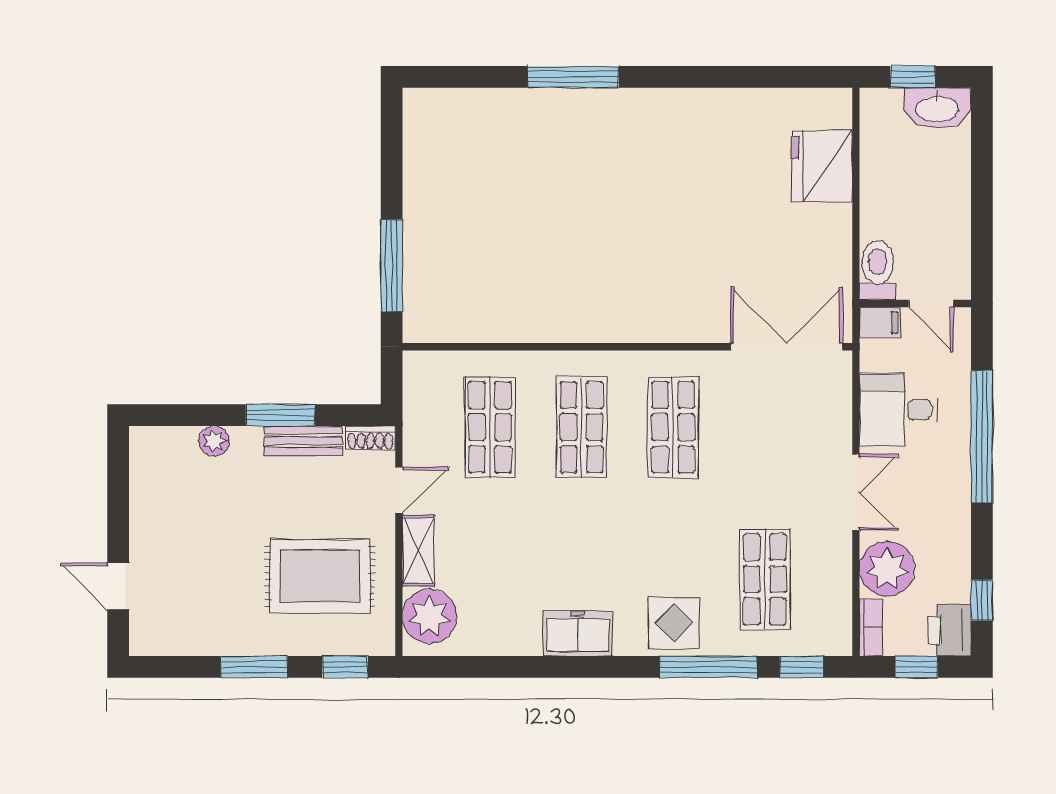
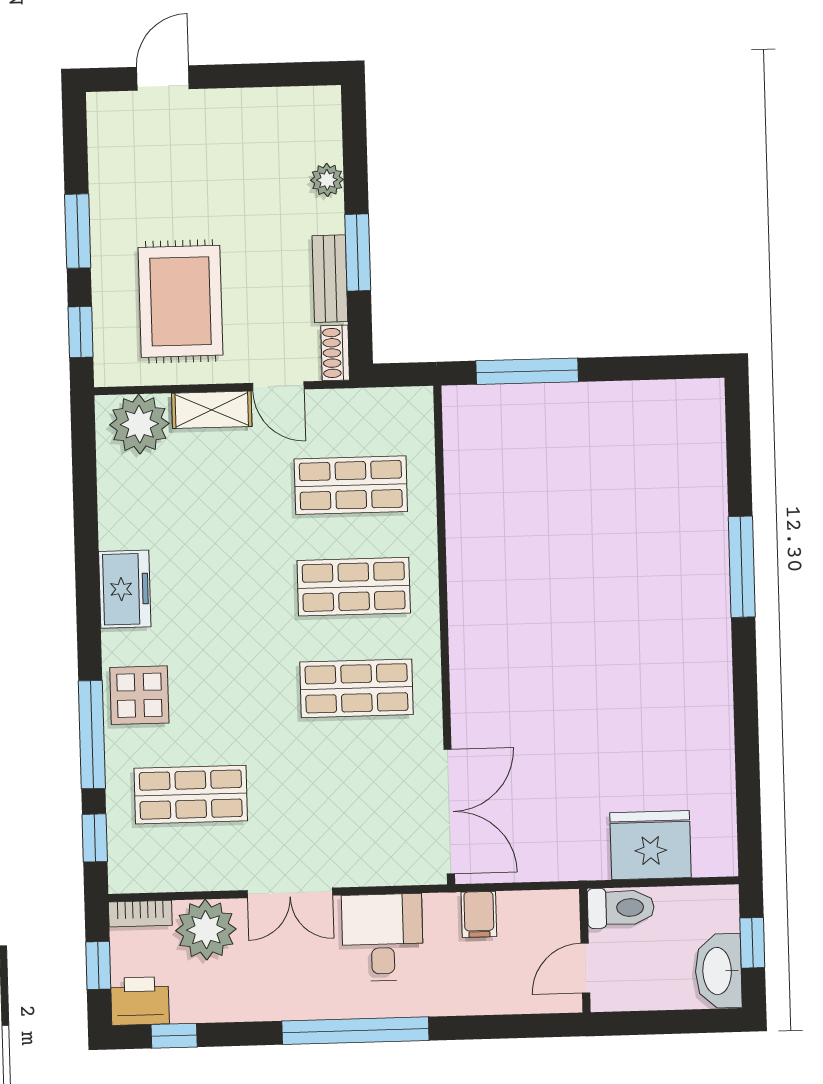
toilet: (878, 270) -> (621, 908), moved
wall: (915, 304) -> (585, 950), moved
door: (931, 304) -> (585, 968), moved

